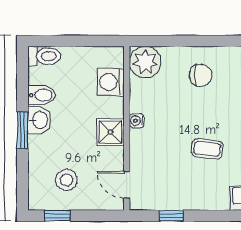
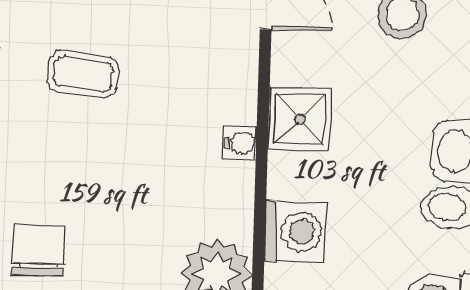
chair: (201, 75) -> (38, 250), moved, turned 90

